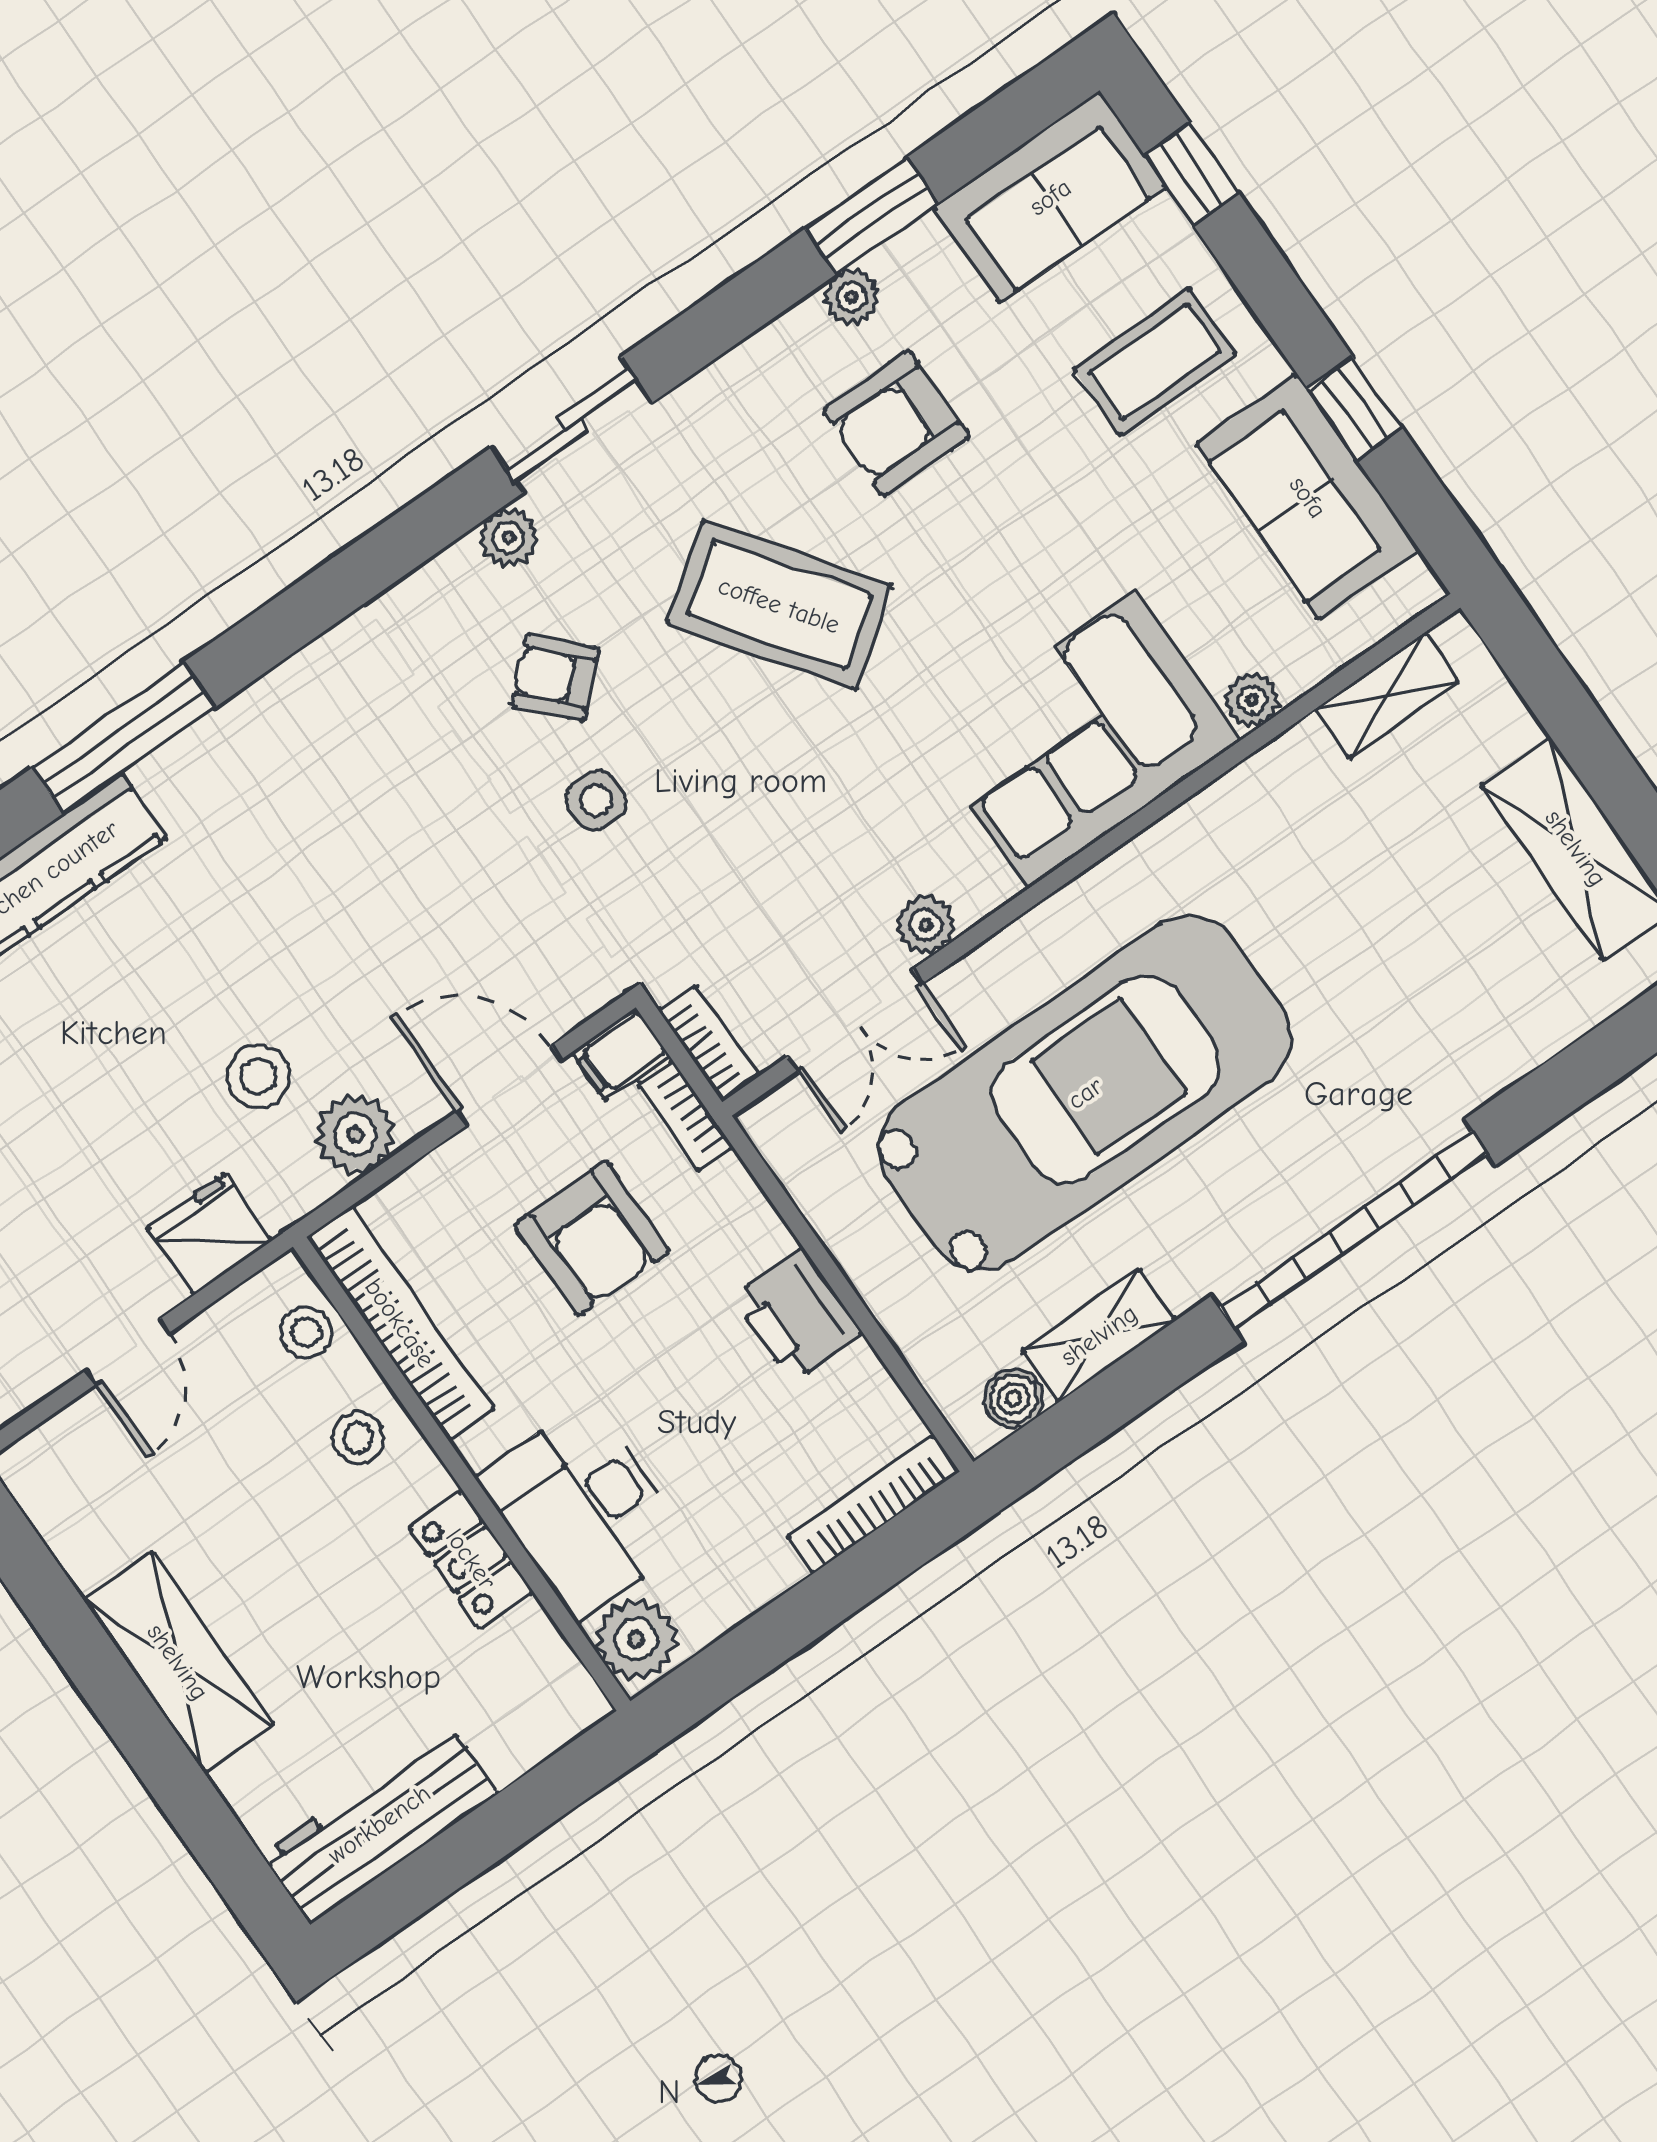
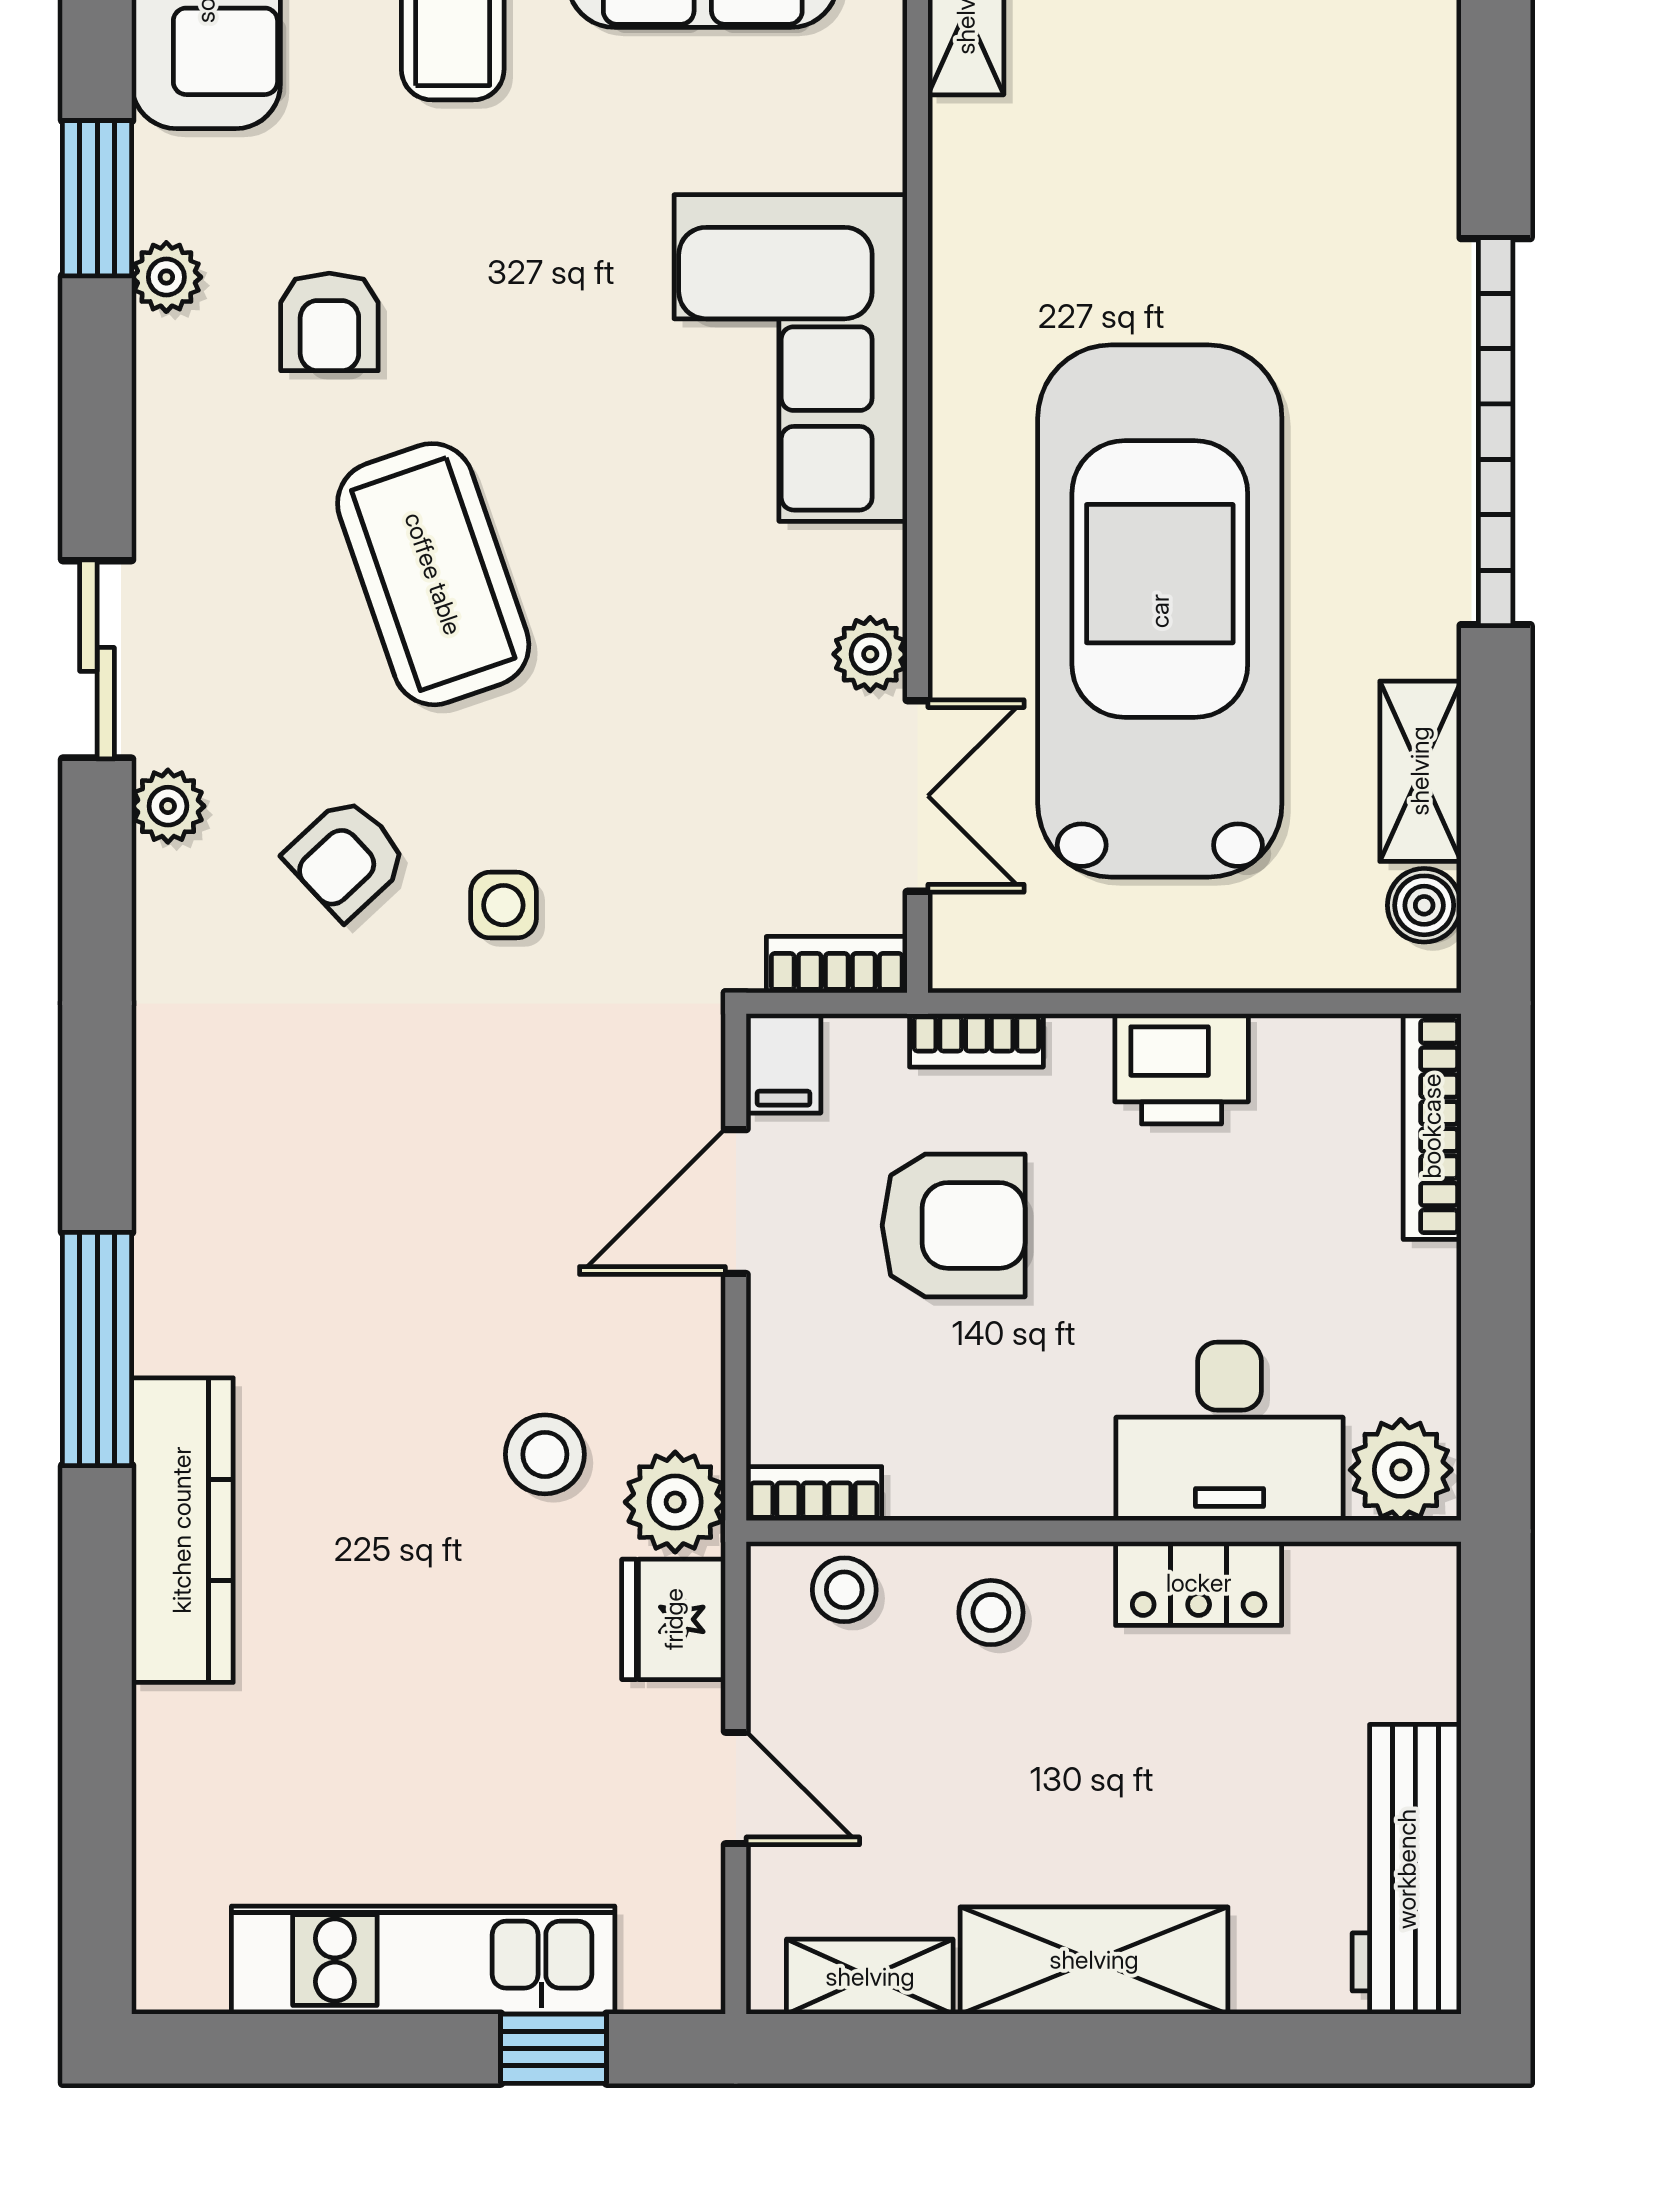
armchair: (896, 423) -> (329, 322), width x0.72, depth x0.72
coffee table: (779, 605) -> (433, 574), turned -73
plant: (1252, 700) -> (873, 154), removed
bookcase: (686, 1116) -> (976, 1040), moved
plant: (355, 1134) -> (675, 1502), moved
bookcase: (400, 1323) -> (814, 1494), width x0.43, depth x0.76
shelving: (66, 1524) -> (870, 1977), added

